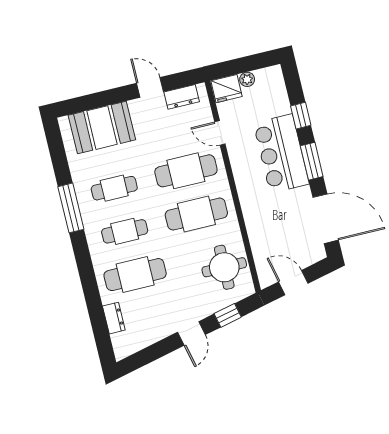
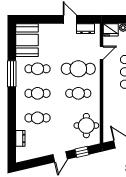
booth: (102, 128) -> (27, 40), moved, turned 90
door: (220, 133) -> (101, 53), swing flipped
cafe table: (196, 214) -> (78, 93), width x0.73, depth x0.74
cafe table: (135, 275) -> (38, 118), width x0.73, depth x0.74

